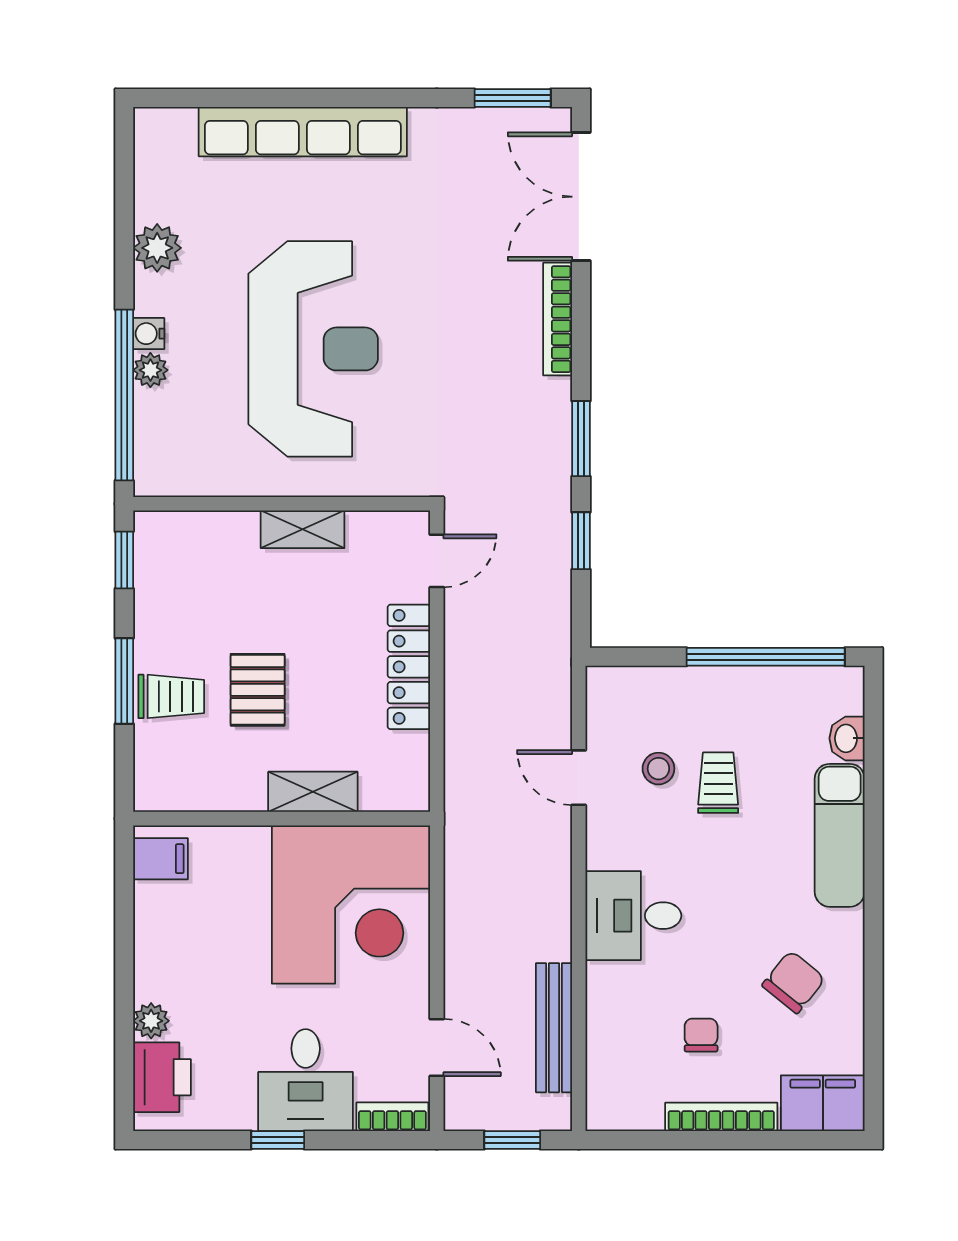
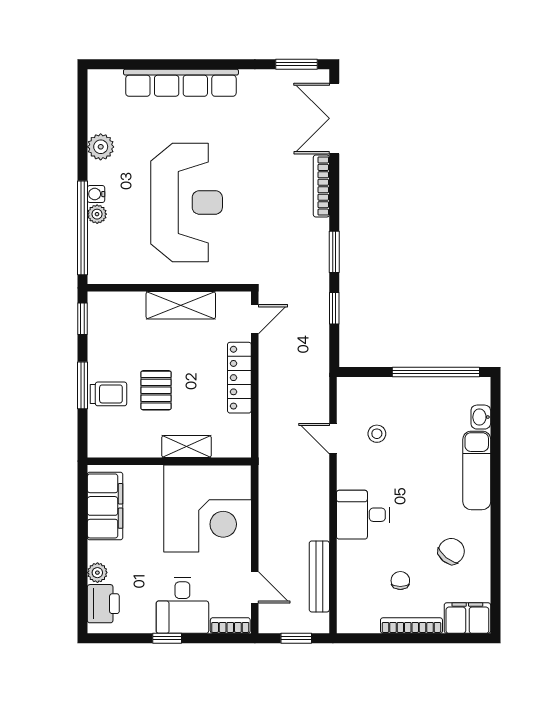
shelving: (303, 529) -> (181, 305), width x1.50, depth x1.33
trolley: (718, 783) -> (410, 441), removed
filing cabinet: (161, 859) -> (105, 506), width x3.00, depth x1.17

